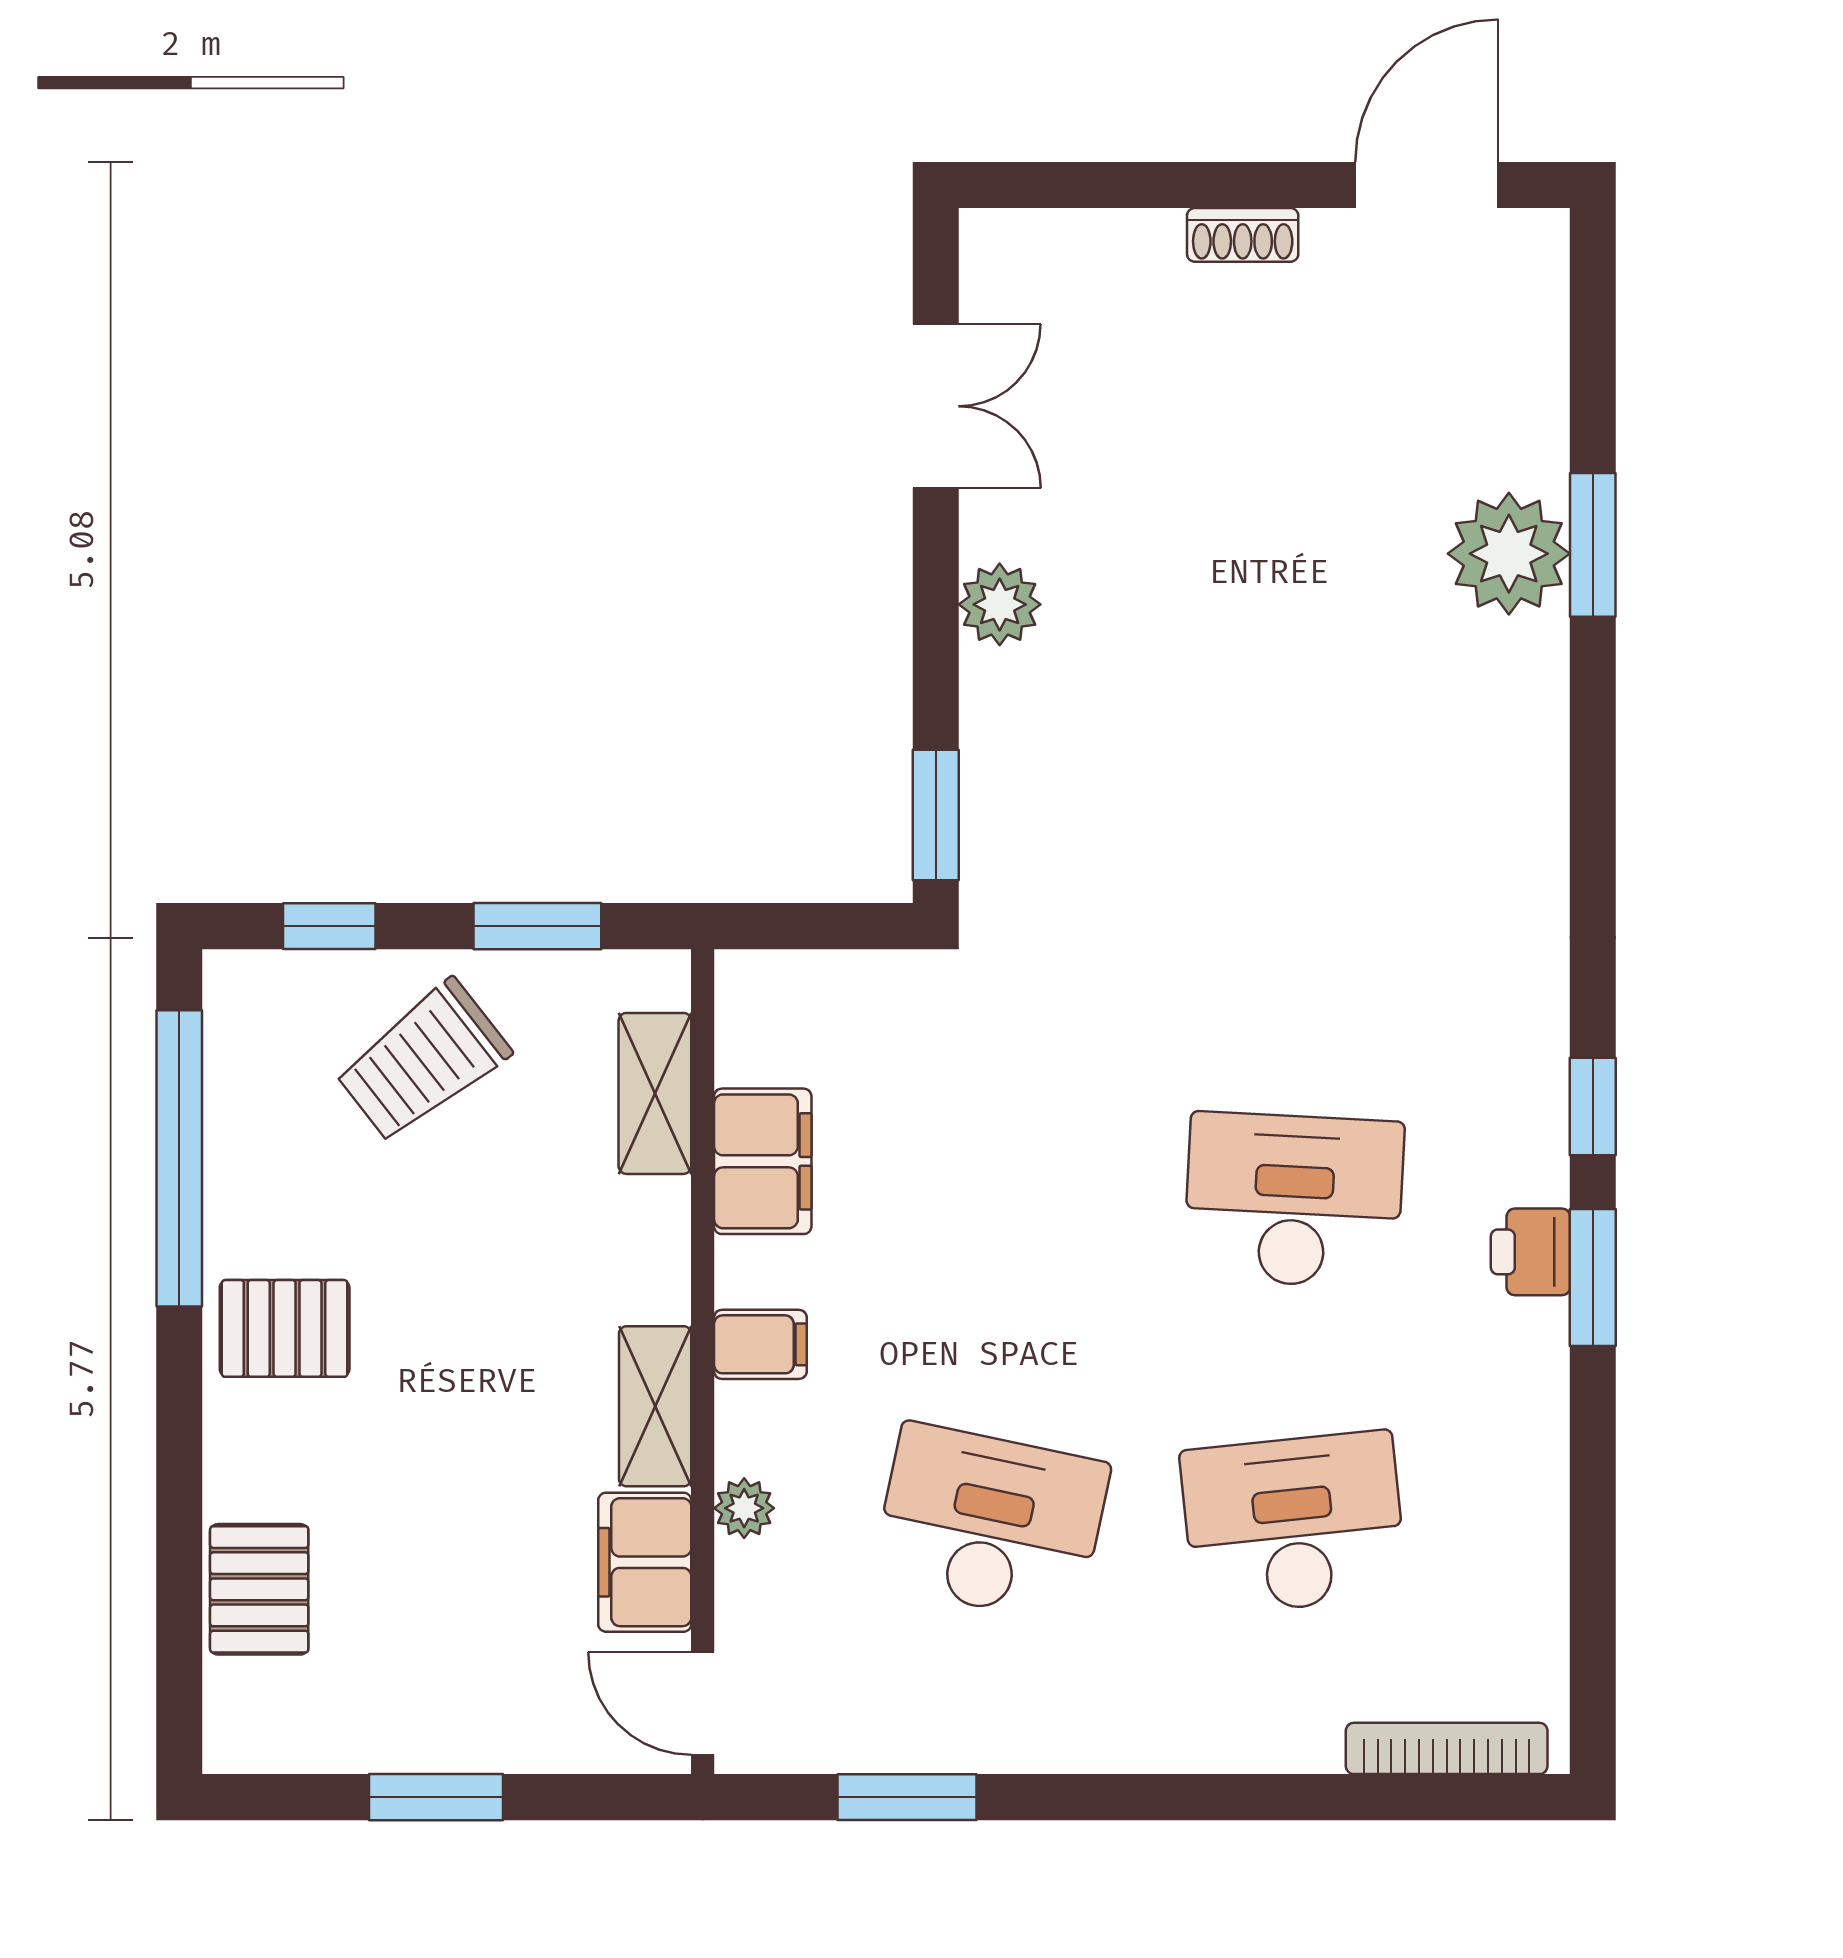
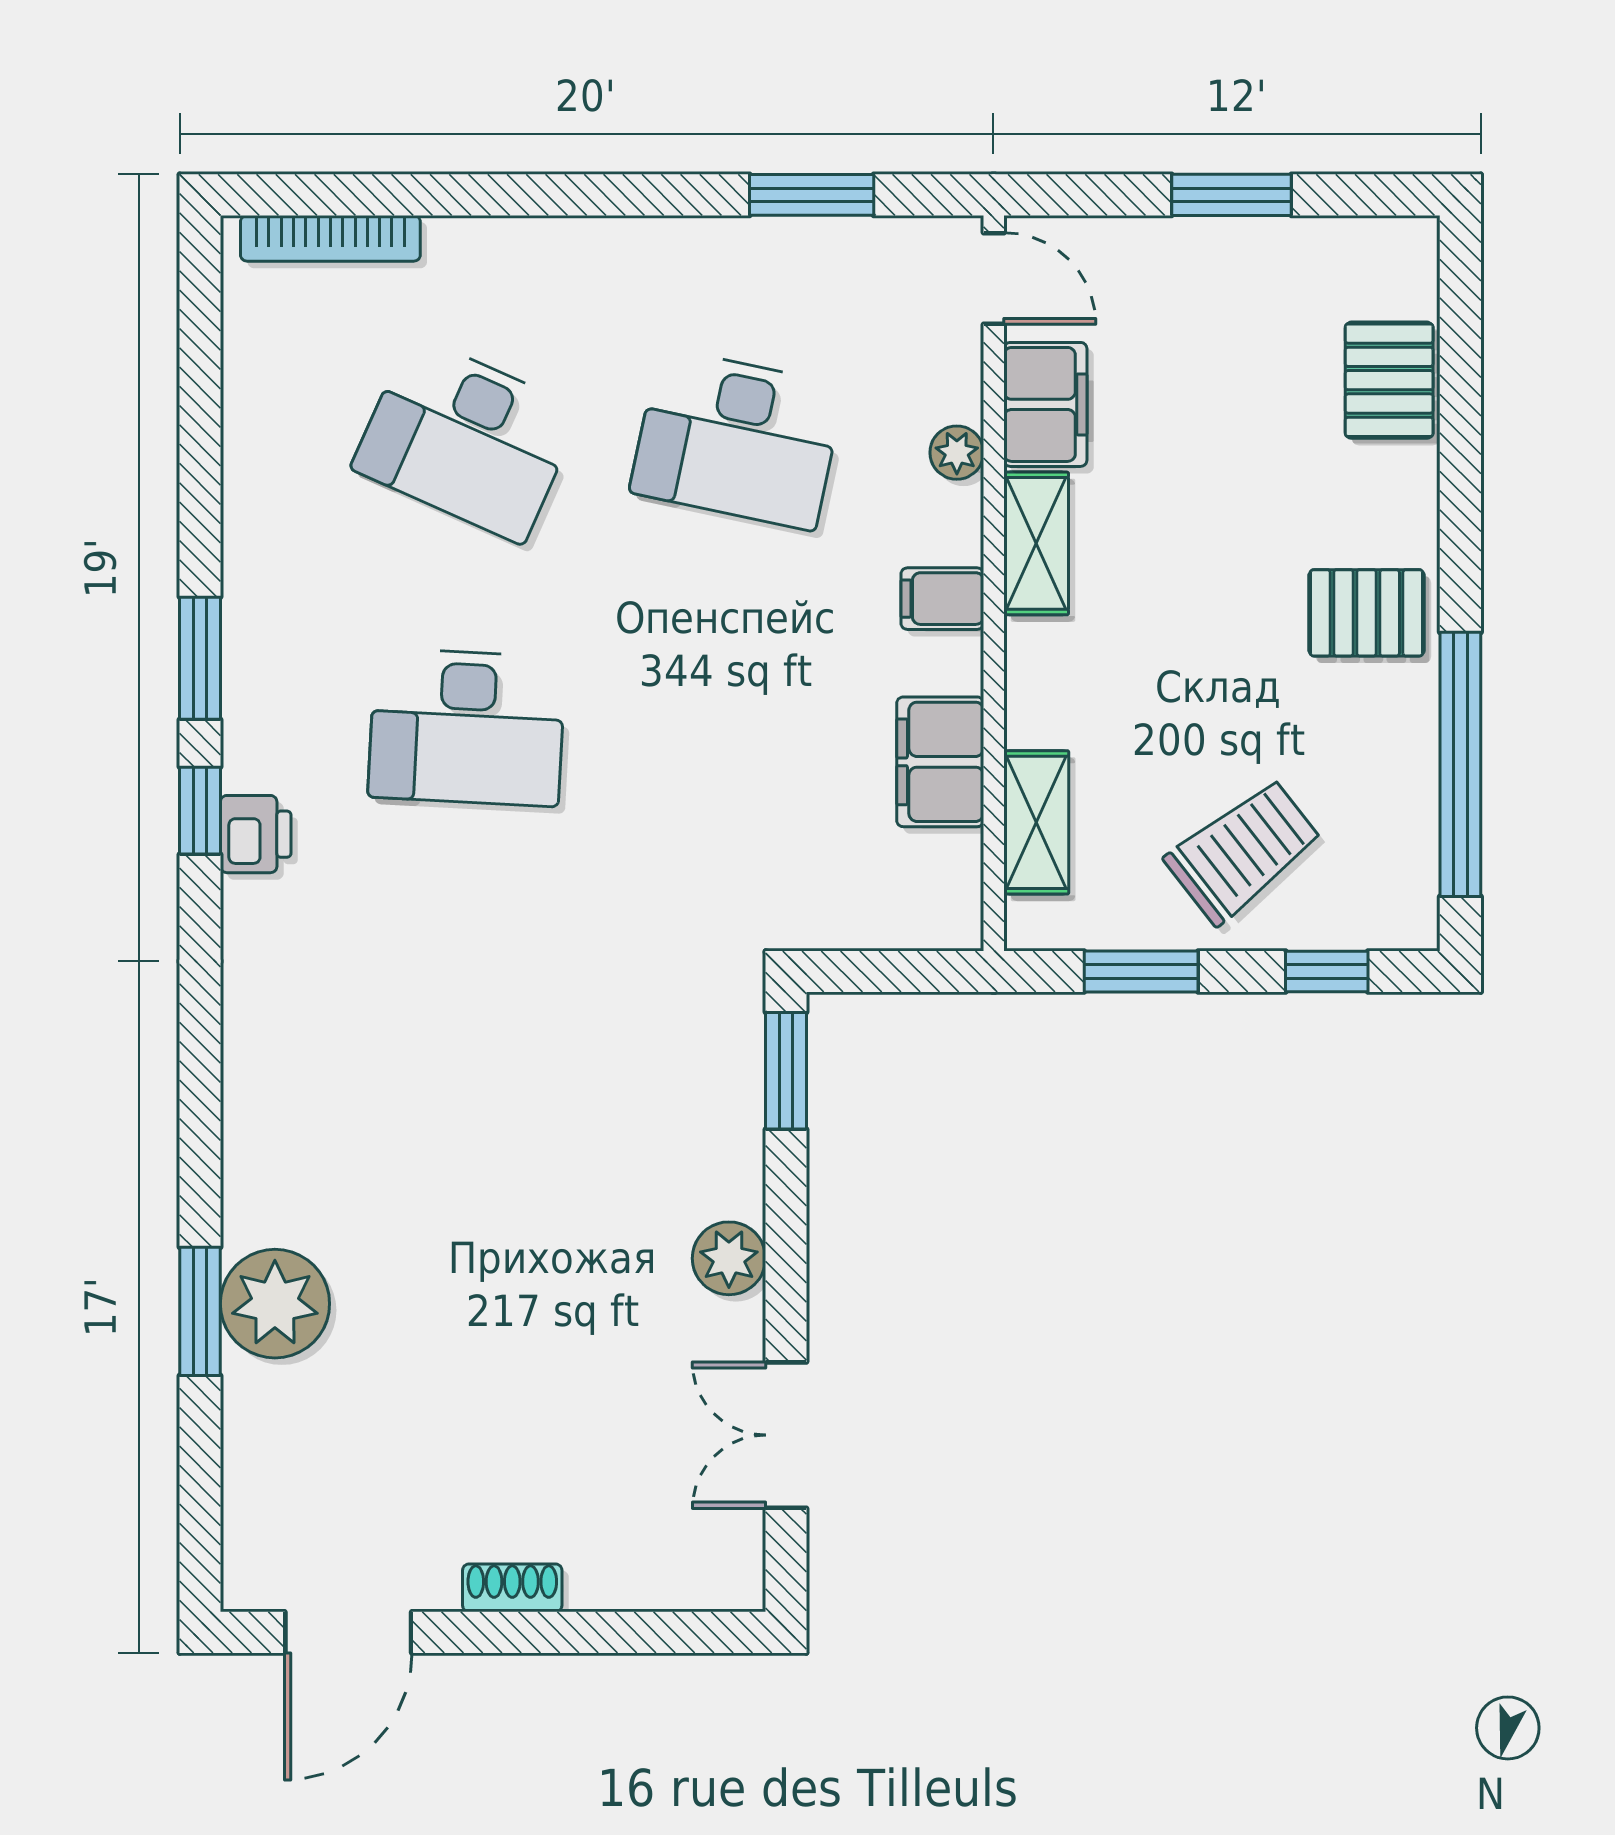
printer: (1530, 1252) -> (256, 834), moved
desk: (1294, 1523) -> (467, 439), turned 30

